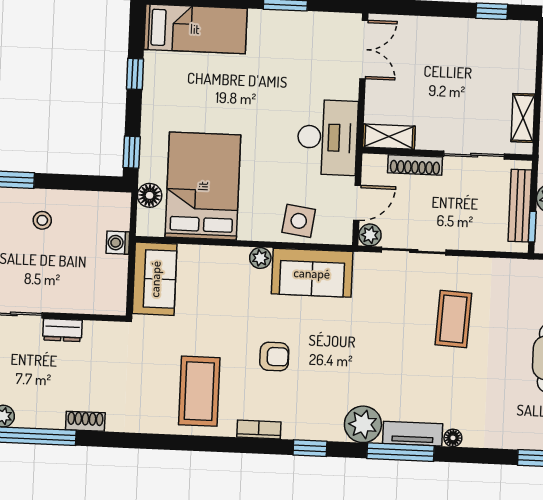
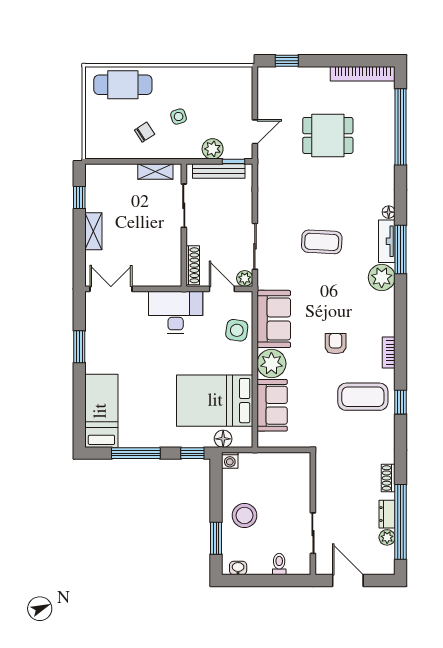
window: (135, 74) -> (136, 453), width x2.17
shelving: (389, 137) -> (93, 231), moved
shoe rack: (415, 165) -> (193, 265), moved
stool: (42, 220) -> (244, 515), width x1.89, depth x1.89
washing machine: (118, 243) -> (230, 460), moved
plant: (260, 258) -> (271, 364), width x1.87, depth x1.87
sofa: (155, 279) -> (272, 405), moved, turned 90
coffee table: (453, 319) -> (322, 242), moved
dresser: (62, 330) -> (387, 514), moved, turned 180
window: (310, 448) -> (401, 402), moved

